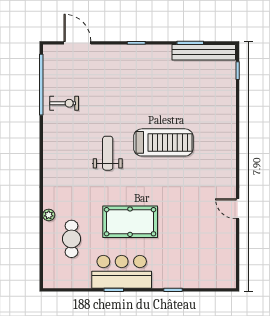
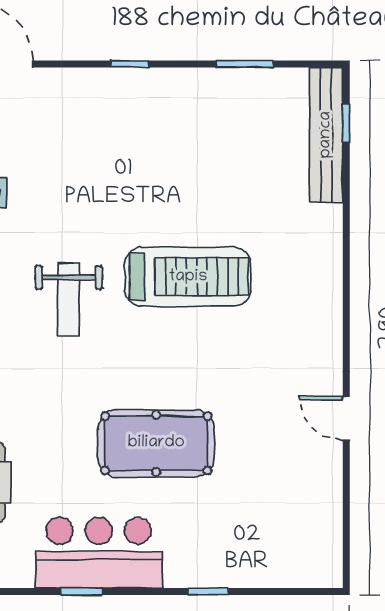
bench: (204, 52) -> (326, 135), moved, turned 90
weight bench: (108, 153) -> (69, 299), turned 180
pool table: (130, 222) -> (156, 443), moved

